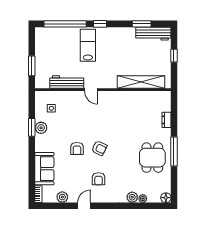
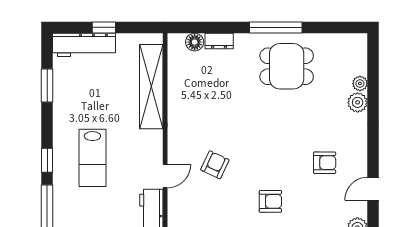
workbench: (153, 34) -> (84, 45), moved, turned 90
lab bench: (88, 45) -> (92, 158), moved, turned -90
armchair: (99, 148) -> (215, 165), moved
floor lamp: (166, 198) -> (195, 42), moved
door: (84, 206) -> (373, 189), hinge flipped

